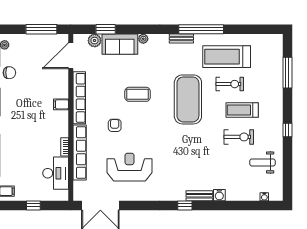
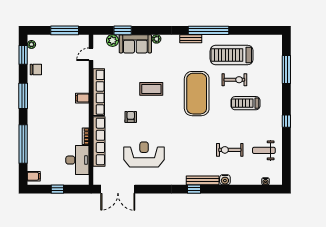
door: (71, 56) -> (91, 54), width x0.53
exercise bike: (239, 137) -> (230, 150), moved, turned 180
bench: (199, 196) -> (203, 180), width x1.36

